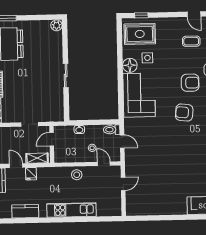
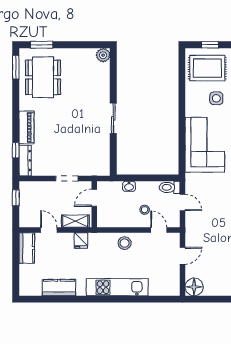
floor lamp: (130, 65) -> (194, 287), moved
fridge: (31, 174) -> (81, 240), moved

